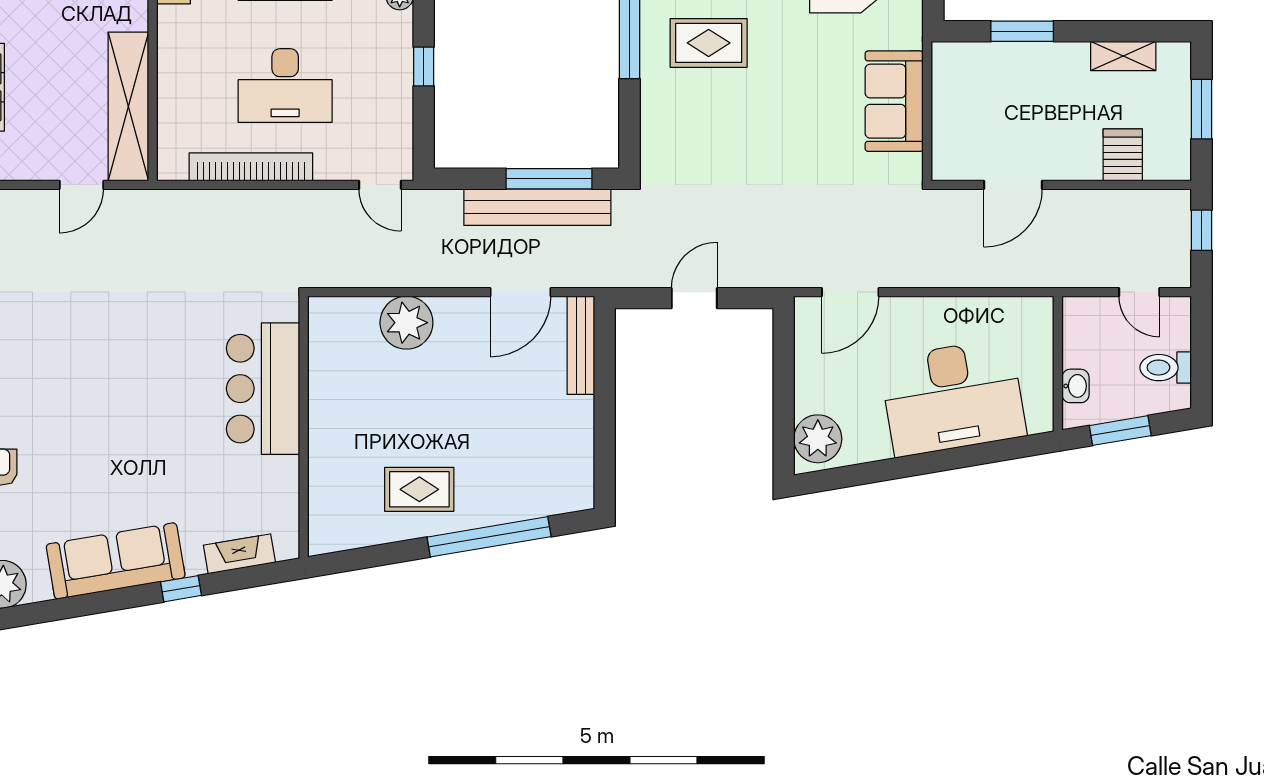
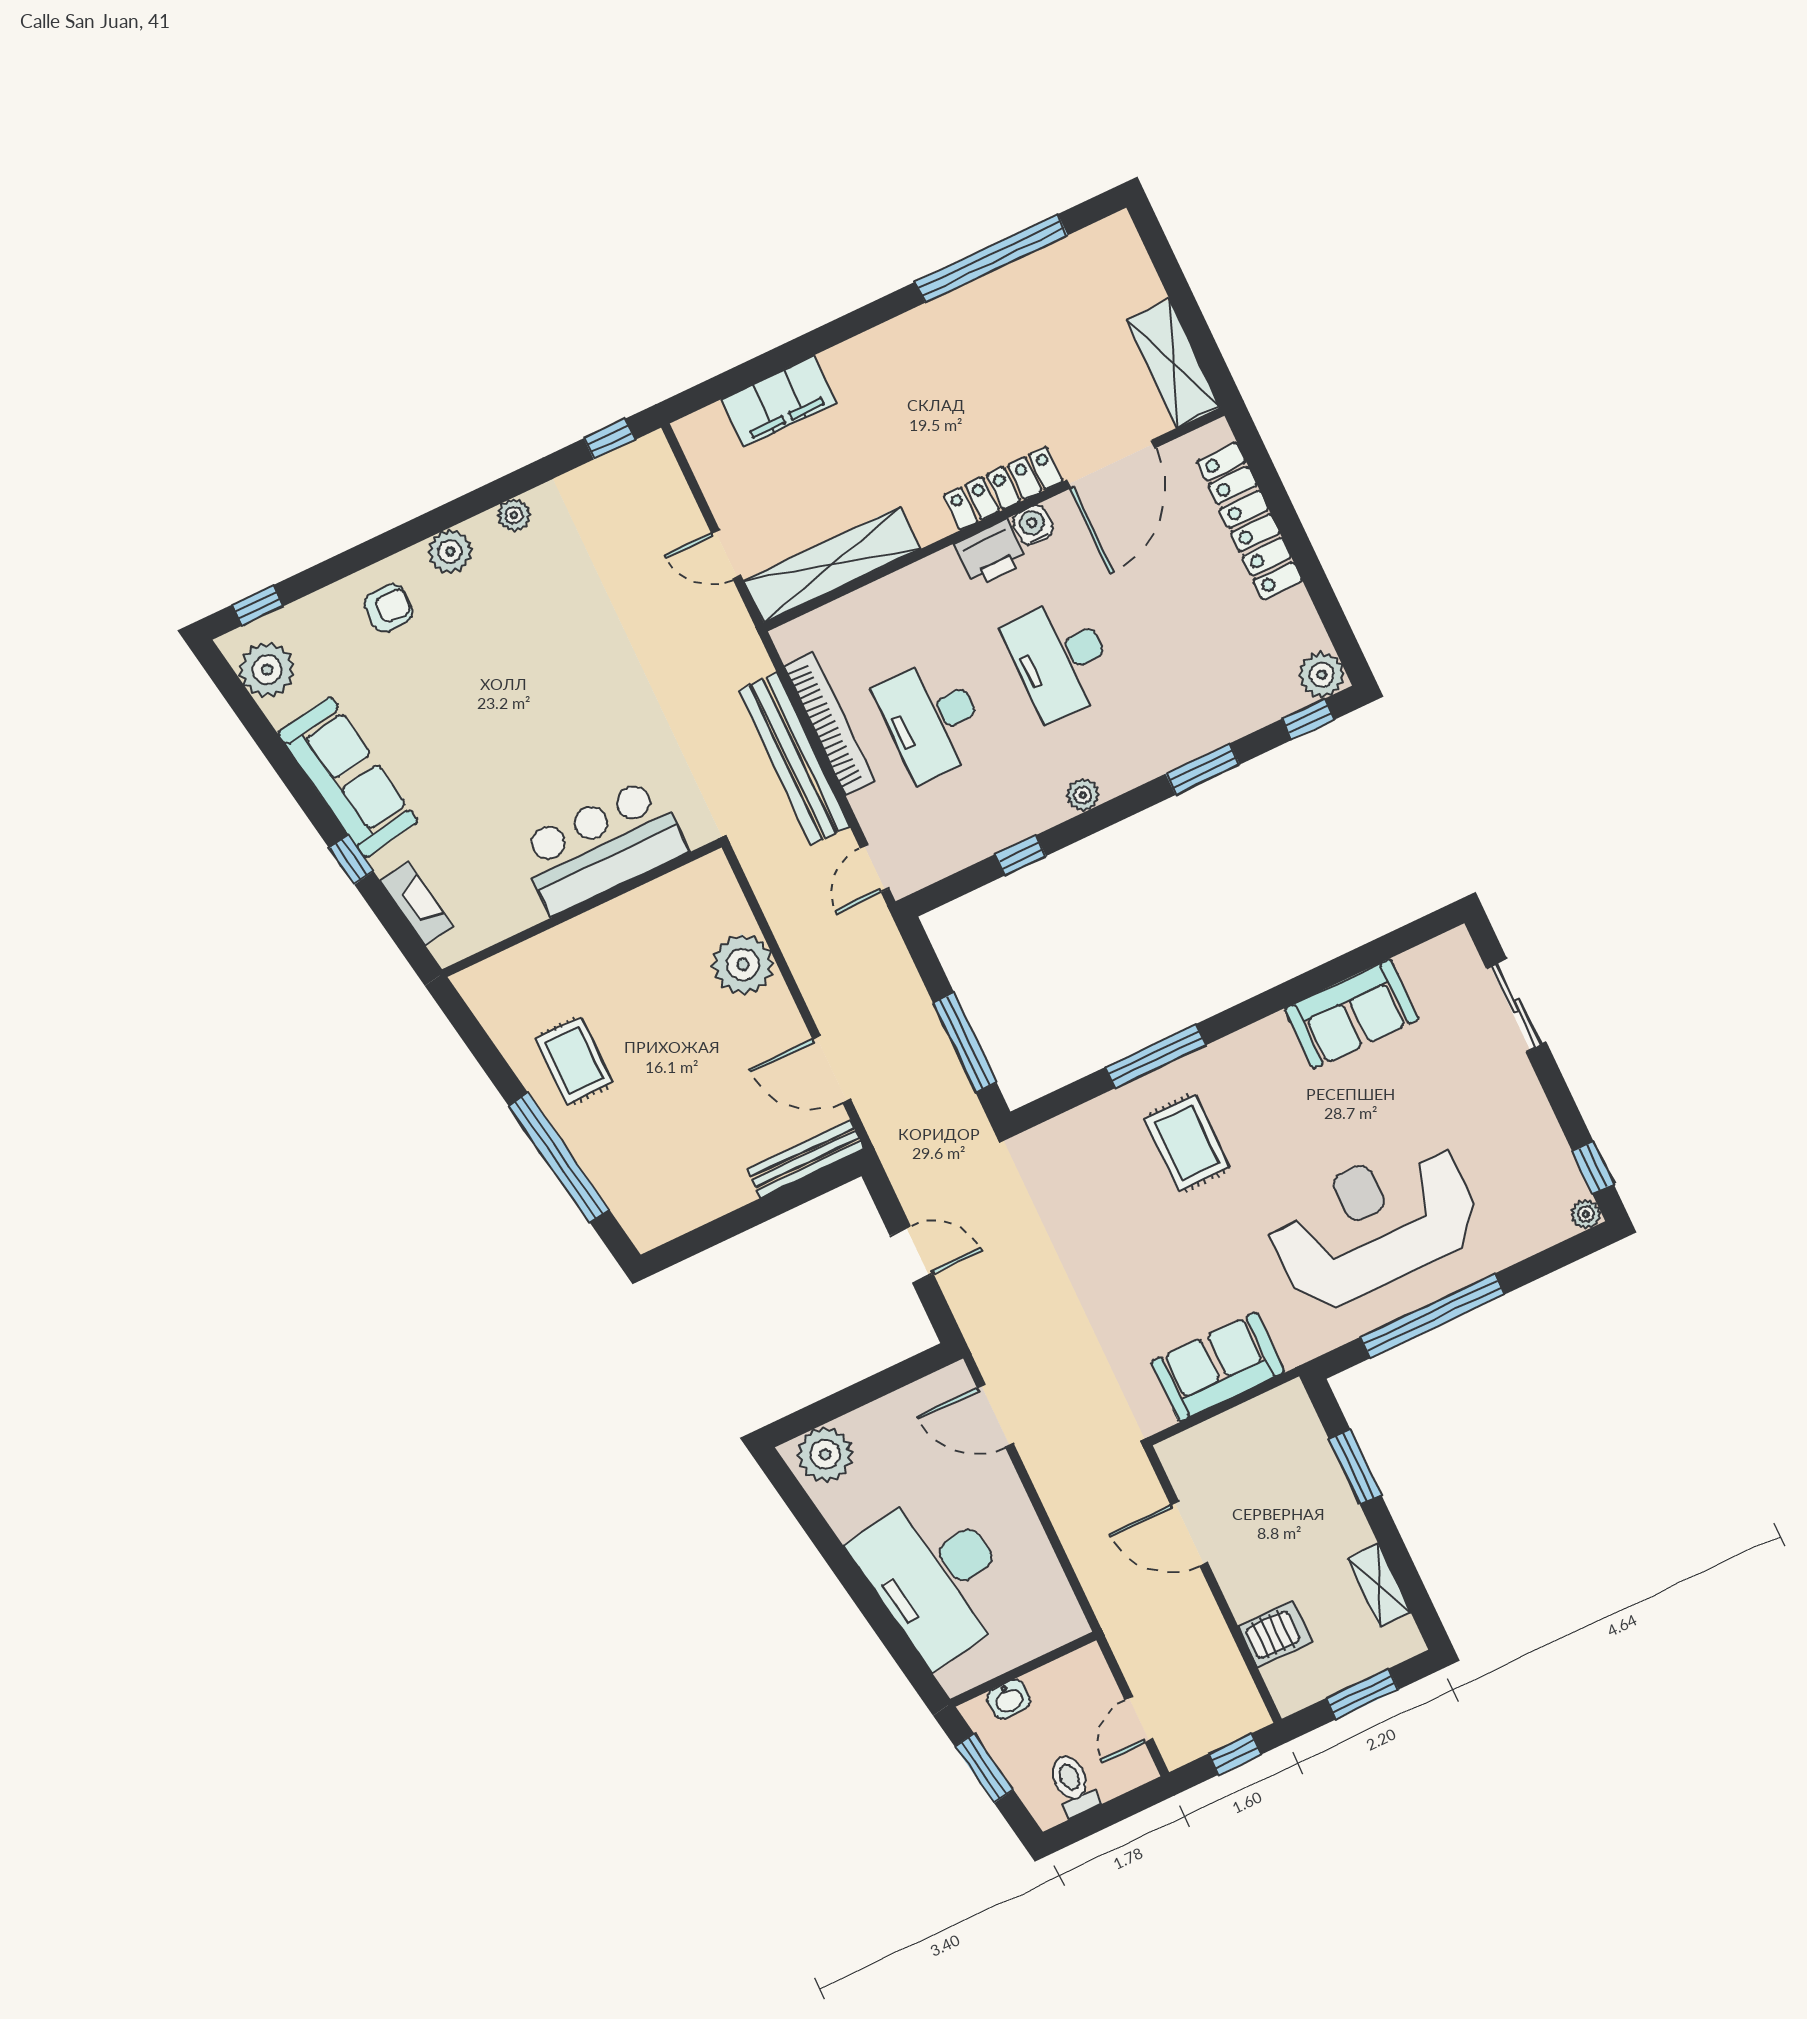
bench: (537, 207) -> (794, 759), moved

